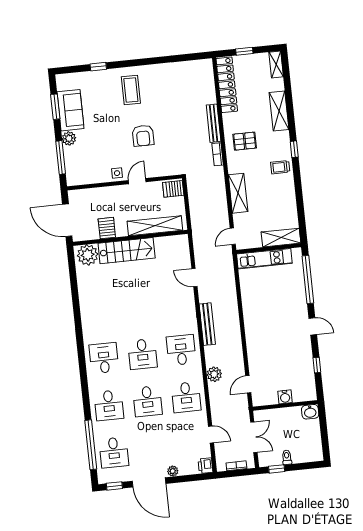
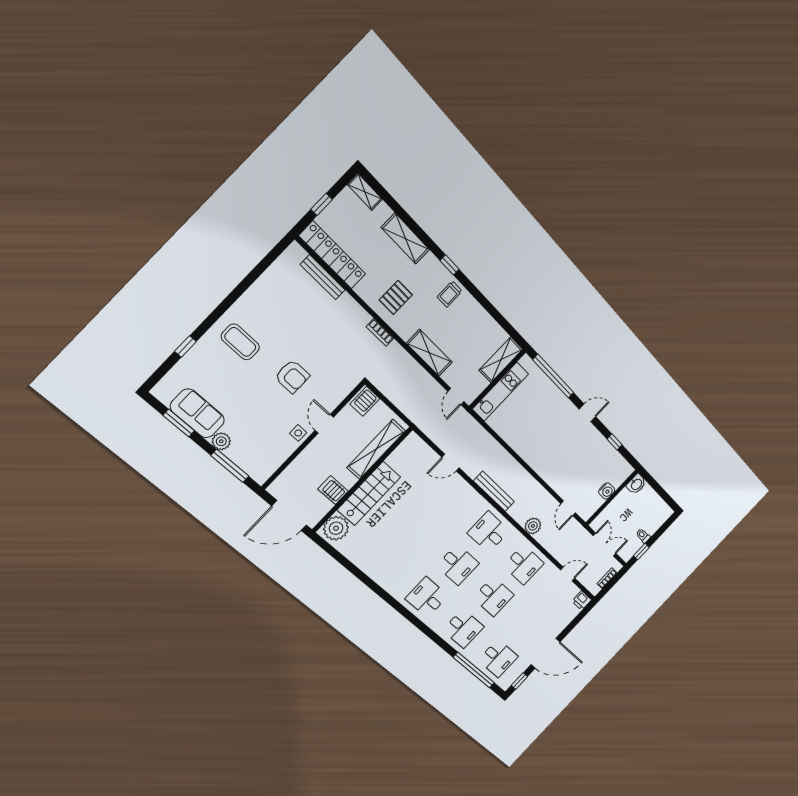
bench: (214, 123) -> (323, 277), moved
plant: (173, 471) -> (558, 628), removed

